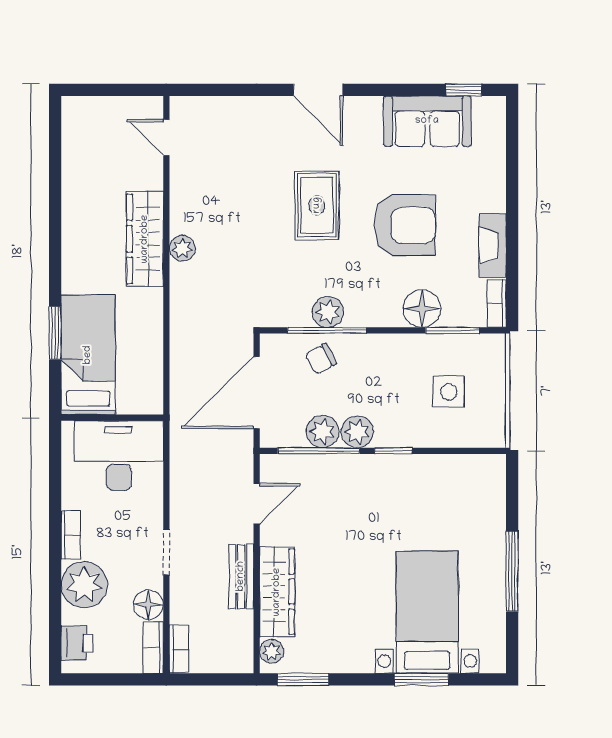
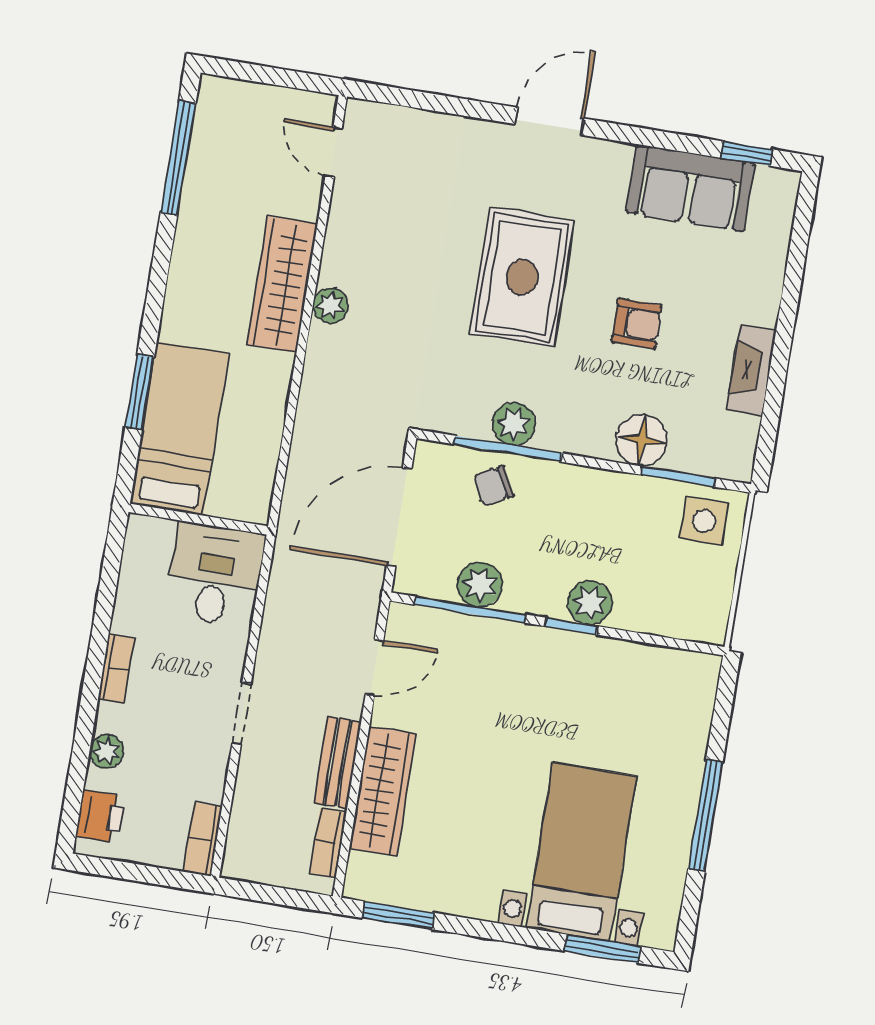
door: (318, 90) -> (550, 121), swing flipped
window: (55, 160) -> (178, 158), added
rug: (317, 205) -> (522, 277), width x1.36, depth x1.43
armchair: (405, 225) -> (637, 324), width x0.53, depth x0.53
bookcase: (497, 303) -> (744, 449), removed
side table: (449, 392) -> (704, 521), moved
plant: (357, 432) -> (590, 603), moved
desk: (119, 456) -> (215, 575), width x0.73
plant: (84, 585) -> (106, 751), width x0.53, depth x0.53
floor lamp: (148, 605) -> (206, 780), removed
bookcase: (179, 649) -> (328, 843), moved, turned 180
plant: (272, 651) -> (362, 871), removed
window: (421, 679) -> (603, 949), moved

